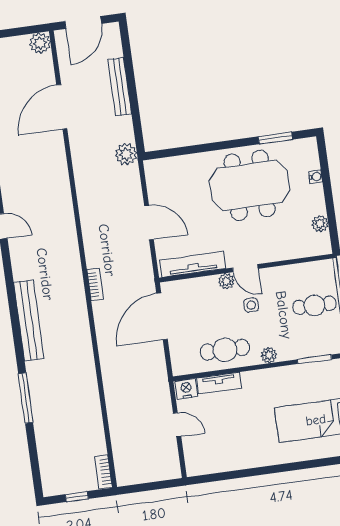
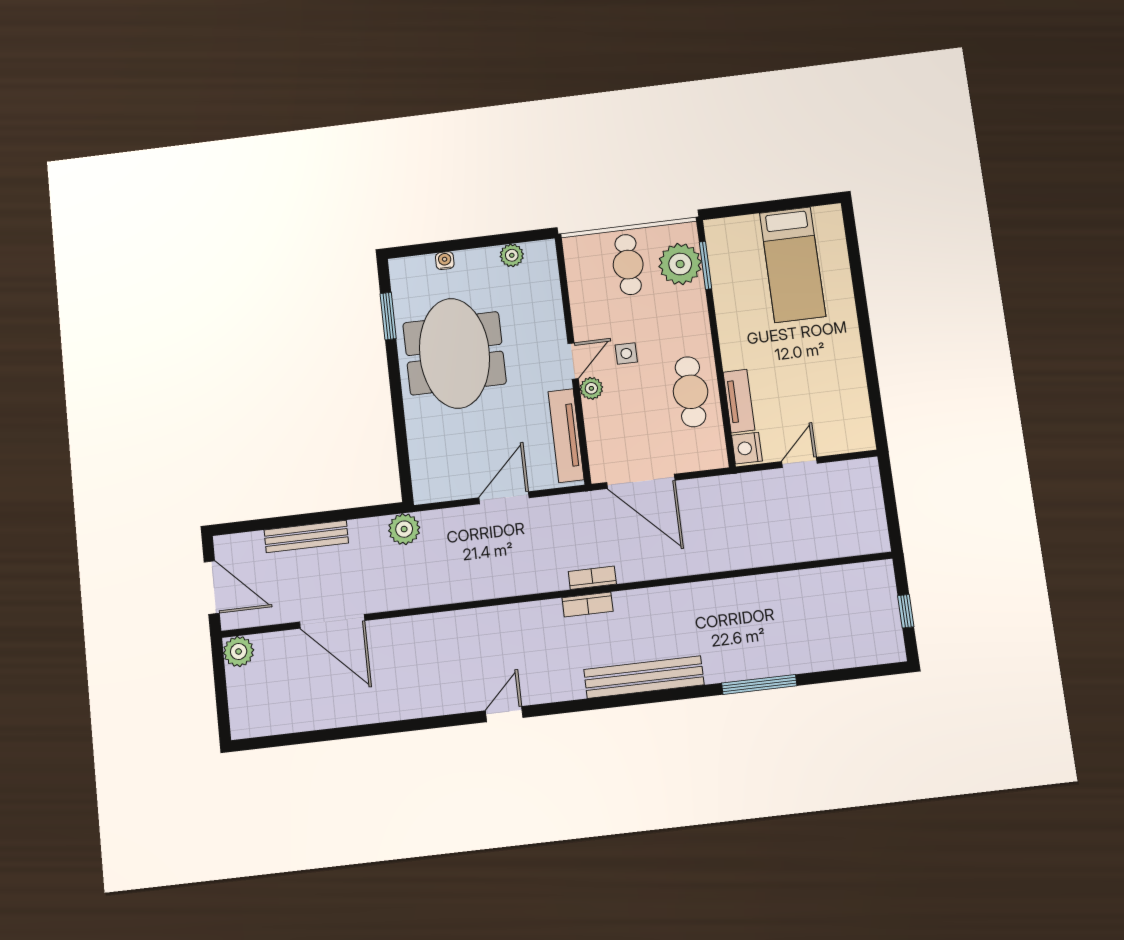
plant: (269, 355) -> (680, 264), moved, width x1.87, depth x1.87
bookcase: (103, 472) -> (588, 604), moved

